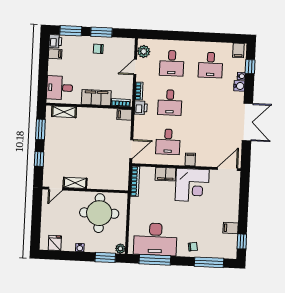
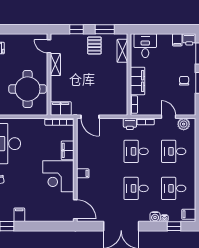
filing cabinet: (124, 115) -> (61, 108), moved, width x2.00
pallet: (57, 141) -> (94, 45), added
desk: (168, 142) -> (136, 188), moved

